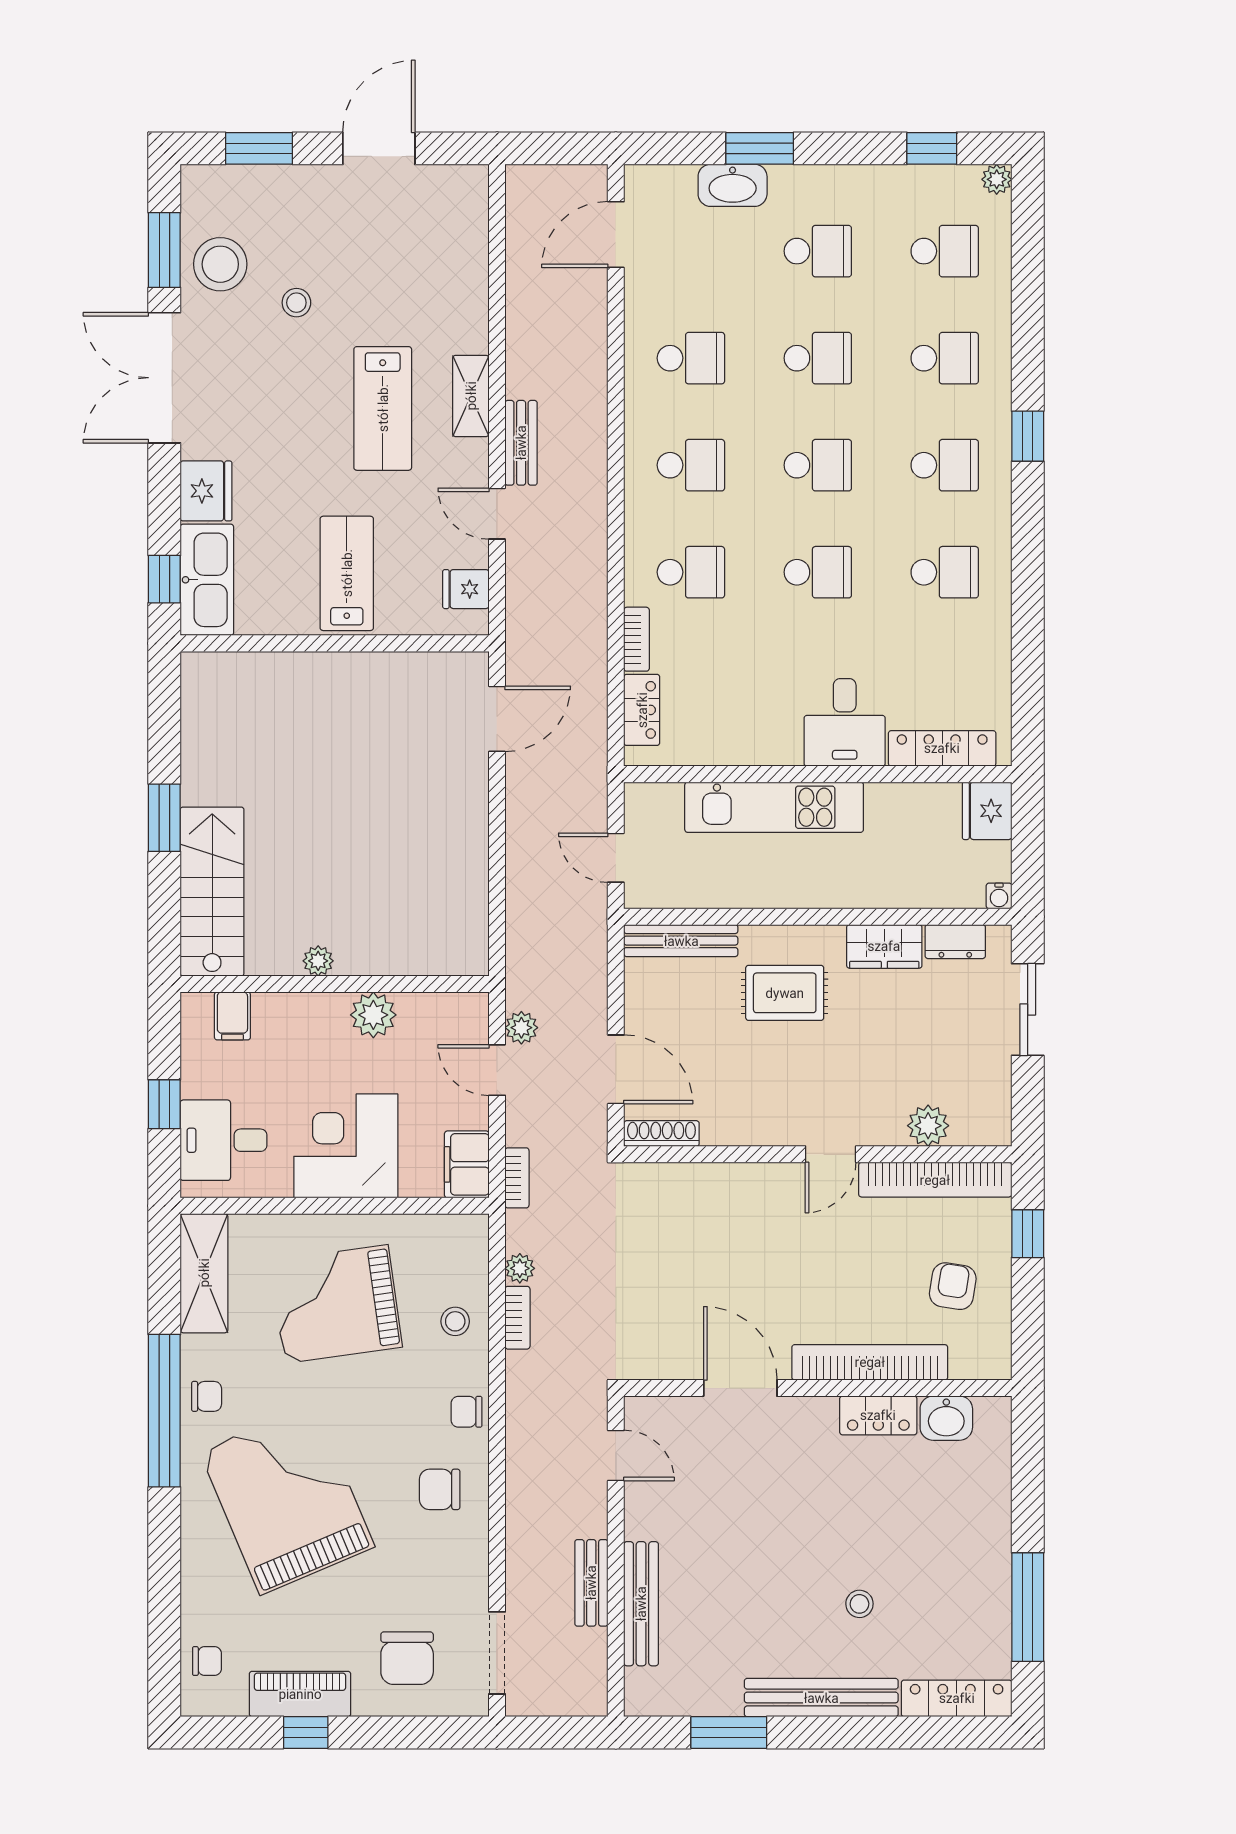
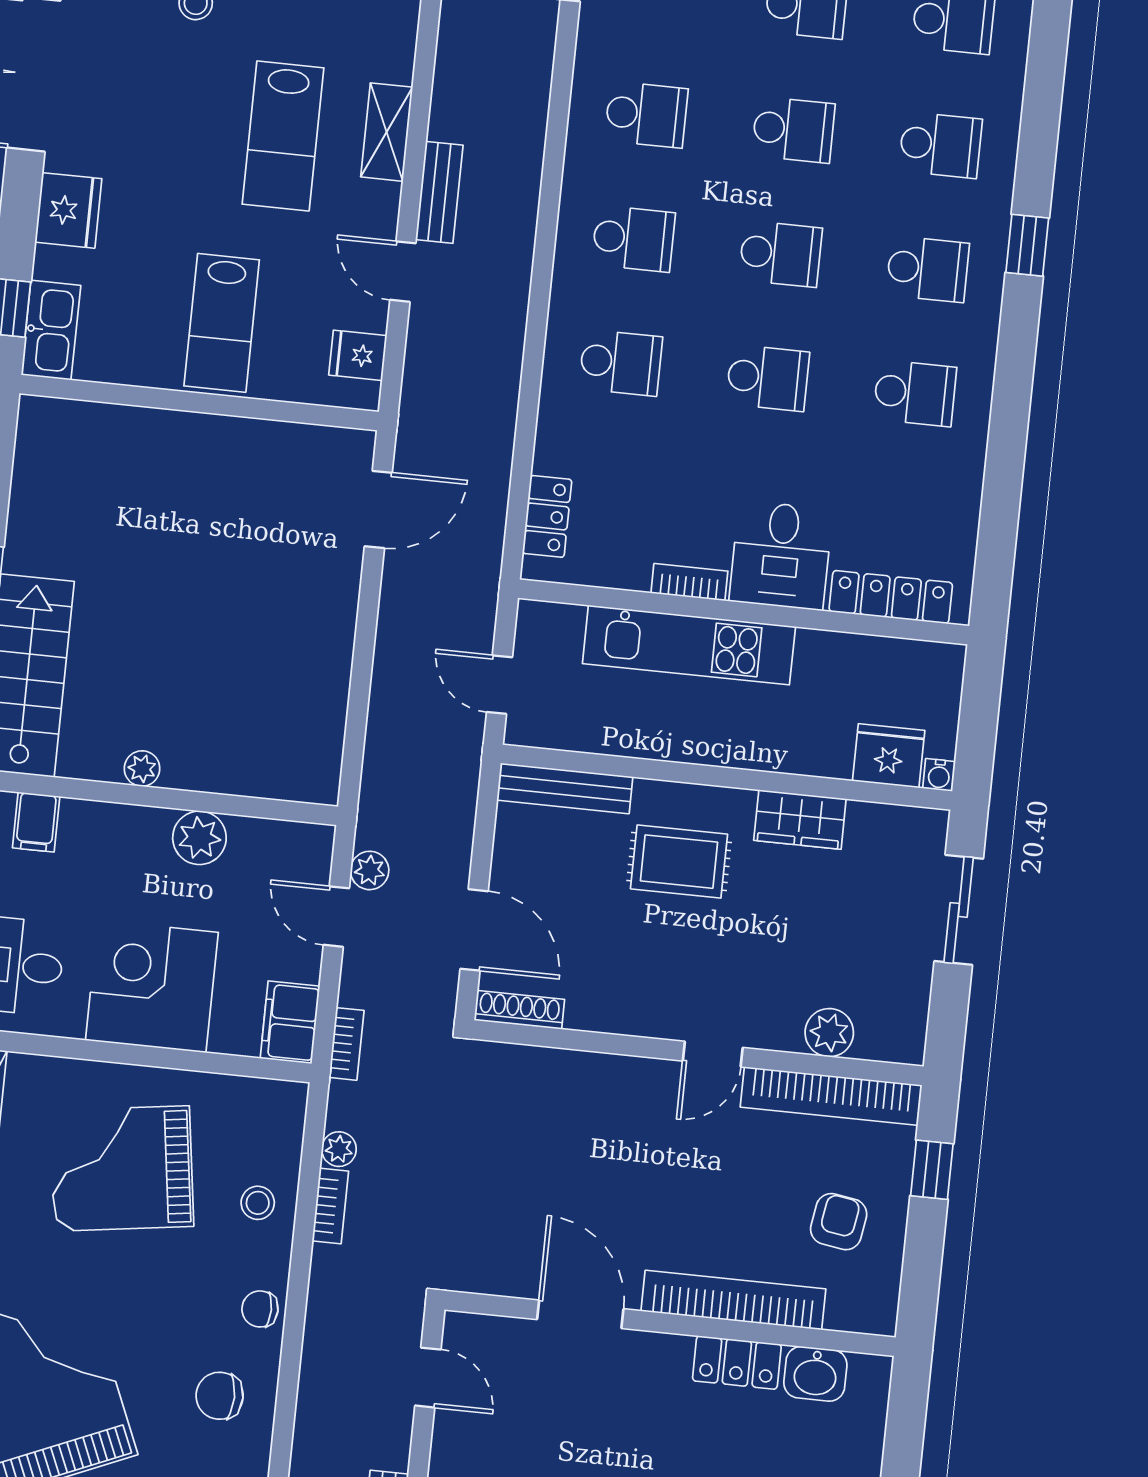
lab bench: (347, 573) -> (222, 323), turned 180
kitchen sink: (207, 580) -> (51, 330), width x0.73, depth x0.81
bookcase: (637, 639) -> (689, 582), moved, turned -90
fridge: (987, 811) -> (889, 756), moved, turned 90
dresser: (955, 942) -> (883, 823), removed

